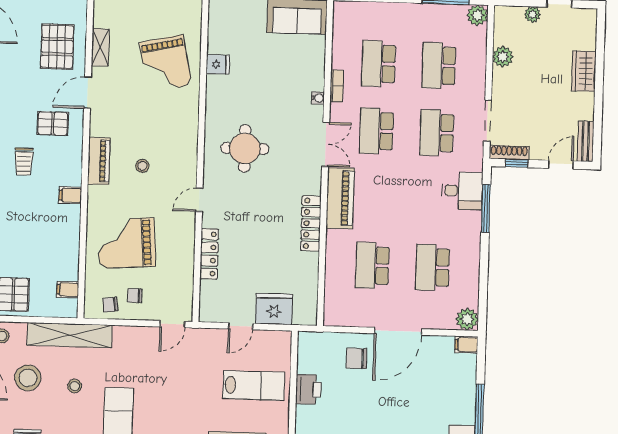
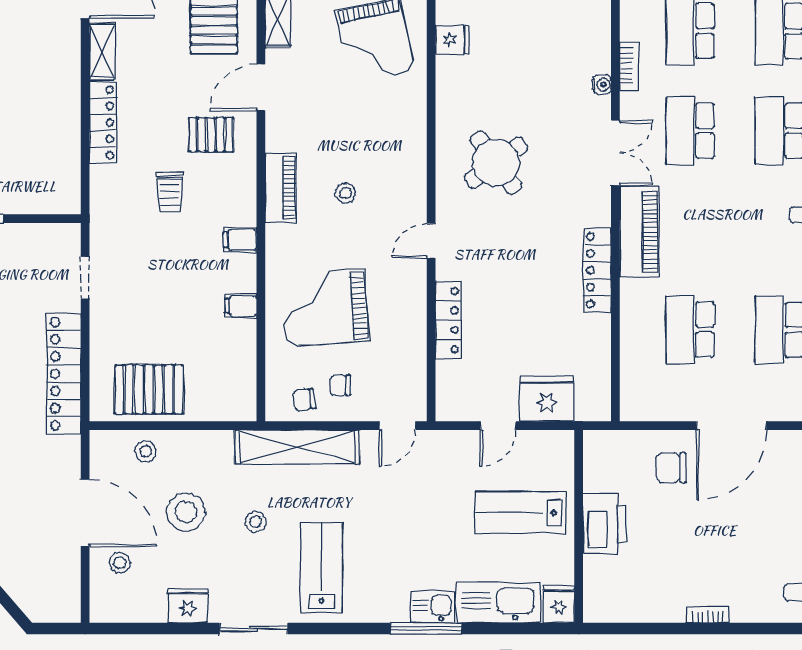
round table: (245, 148) -> (496, 163), turned -36
filing cabinet: (68, 290) -> (241, 306), moved
shelving: (70, 335) -> (297, 447), moved
lab bench: (254, 386) -> (520, 513), turned 180
printer: (308, 389) -> (605, 524), width x1.37, depth x1.19

